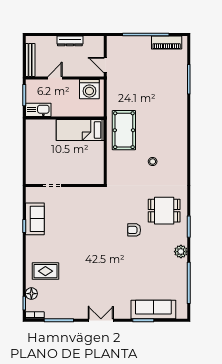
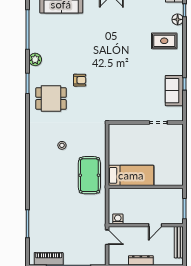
washing machine: (89, 89) -> (118, 219), width x0.53, depth x0.53
kitchen sink: (38, 110) -> (171, 195), removed

